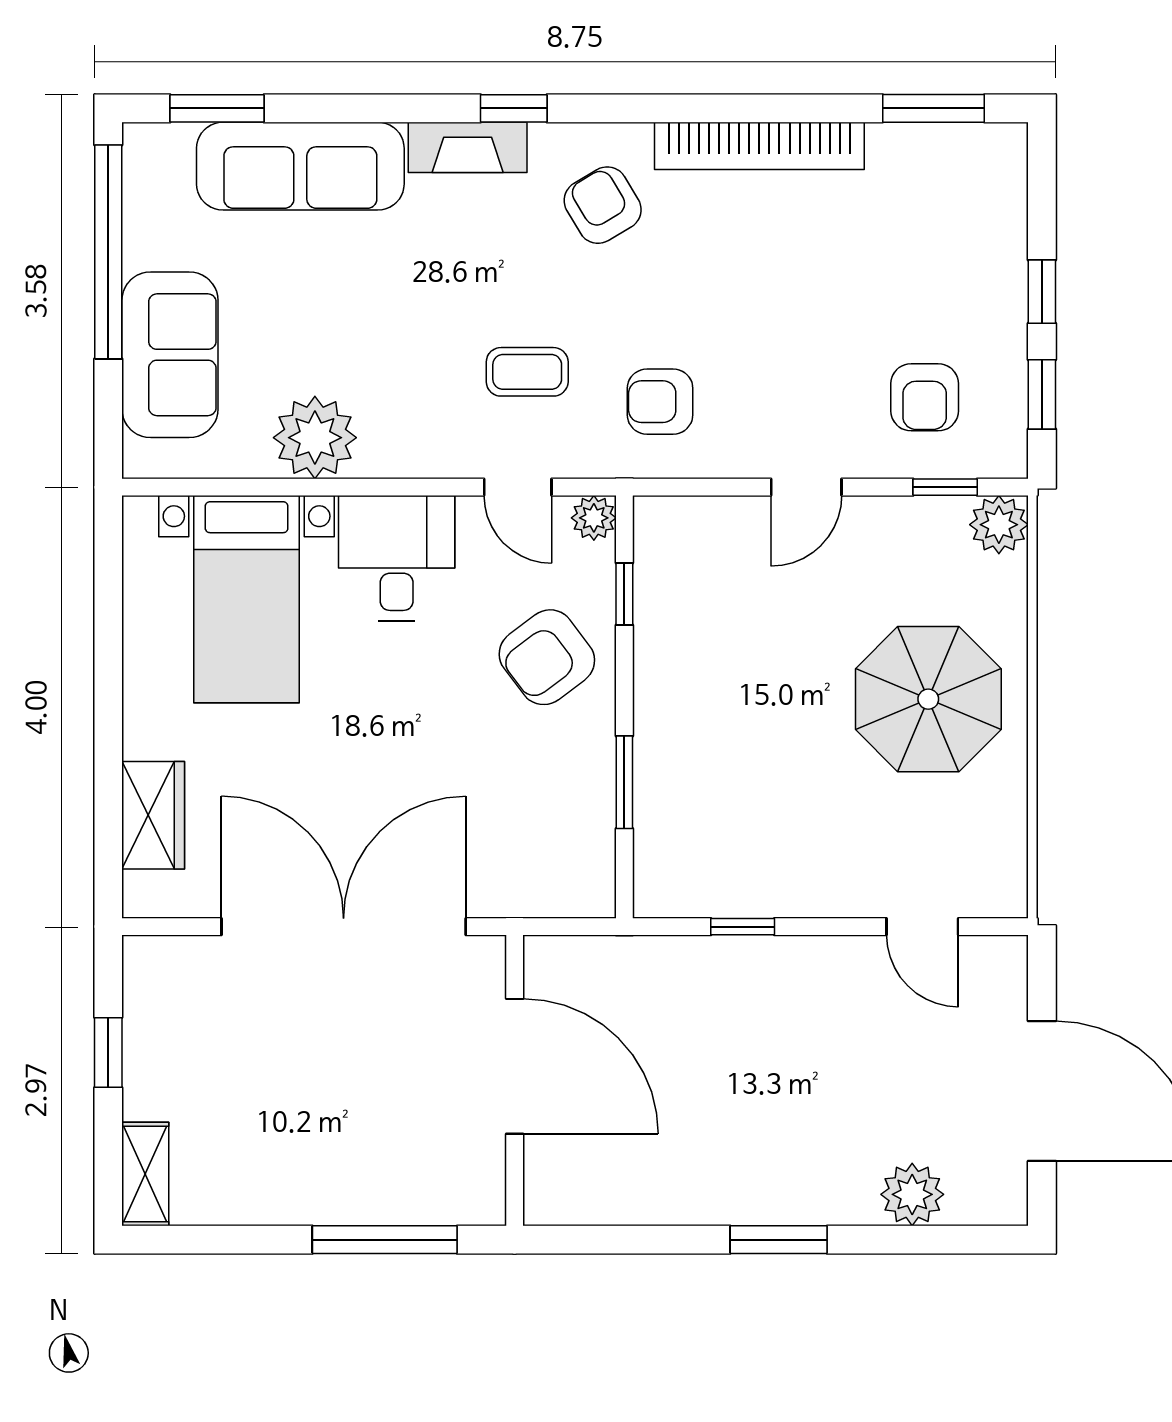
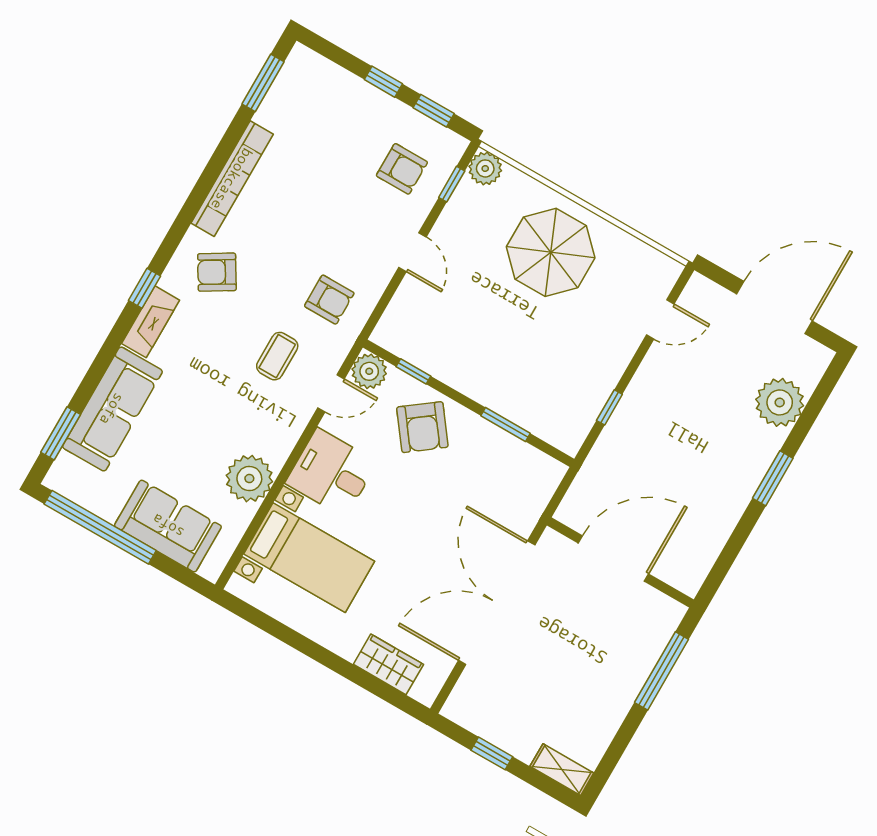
armchair: (660, 402) -> (329, 300), turned -90
plant: (594, 518) -> (369, 371), width x1.38, depth x1.38
plant: (912, 1194) -> (780, 402), width x1.36, depth x1.36

